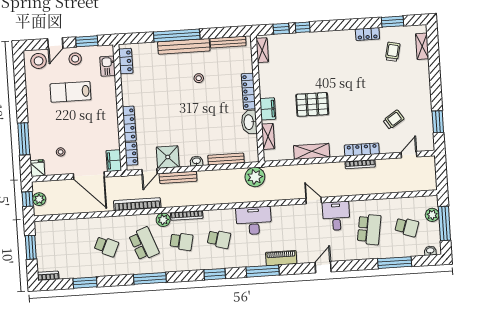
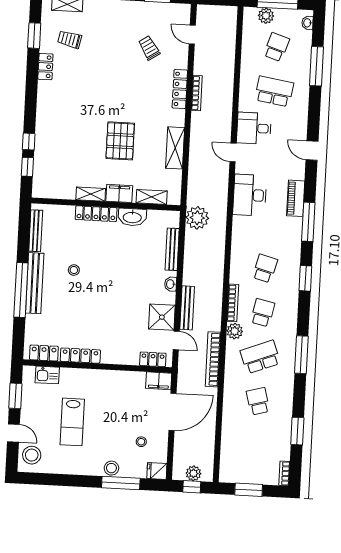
shelving: (262, 50) -> (91, 194), moved
stool: (75, 59) -> (111, 468), moved
locker: (129, 124) -> (80, 356), moved
door: (314, 201) -> (233, 152), hinge flipped
desk: (254, 221) -> (250, 195), moved
school desk: (106, 246) -> (258, 401), turned -39

